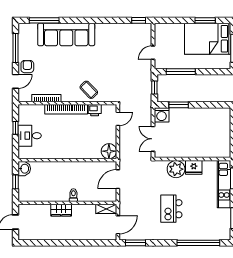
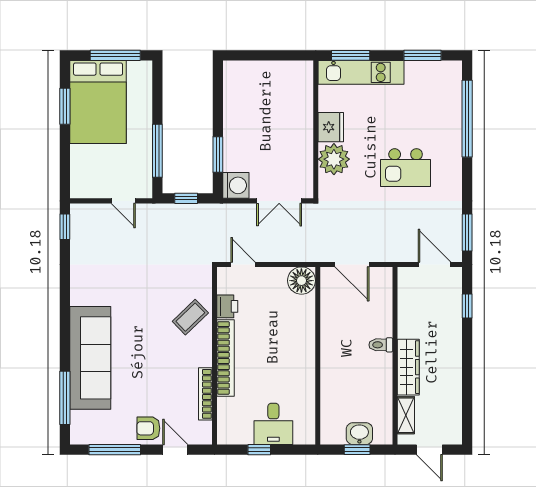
washbasin: (24, 169) -> (359, 434), moved
shelving: (106, 209) -> (406, 415), moved
wardrobe: (61, 210) -> (408, 367), width x1.50
window: (95, 243) -> (467, 306), added

